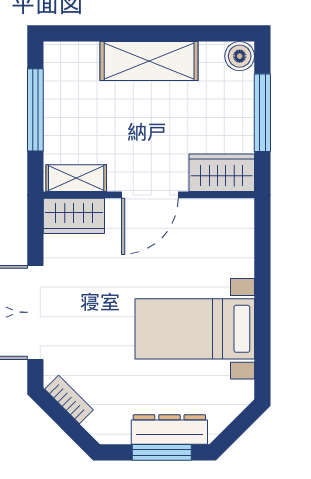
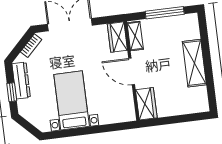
boiler: (240, 56) -> (202, 105), removed
window: (262, 113) -> (177, 119), removed
dresser: (169, 429) -> (21, 81), moved
window: (162, 452) -> (12, 92), width x0.67

